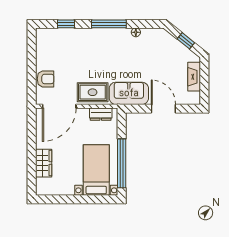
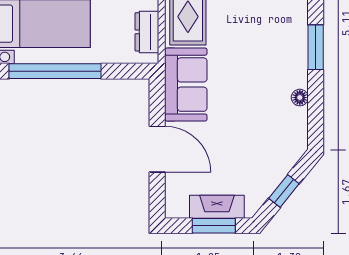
window: (109, 24) -> (316, 47), width x0.69
window: (204, 78) -> (214, 226), added
door: (163, 109) -> (157, 149), hinge flipped

